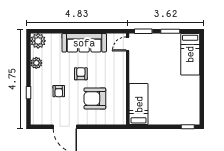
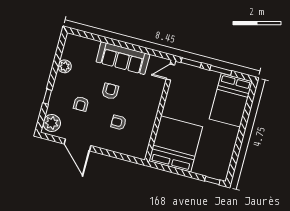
plant: (38, 41) -> (52, 123), moved
bed: (190, 54) -> (231, 100), width x1.50
armchair: (95, 98) -> (119, 122), width x0.53, depth x0.53
bed: (139, 104) -> (176, 144), width x2.04

